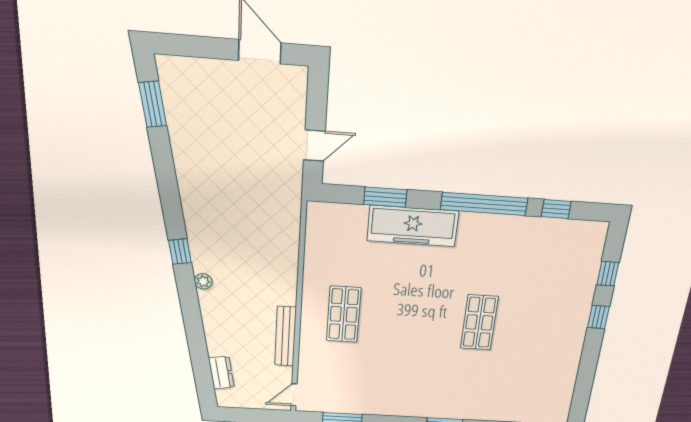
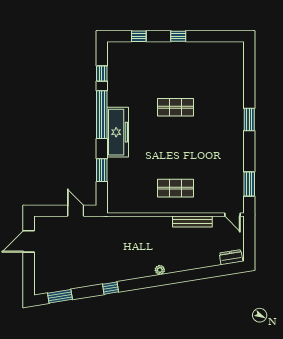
freezer: (413, 226) -> (118, 132), moved
window: (180, 251) -> (110, 288), moved
window: (598, 317) -> (178, 36), moved
dresser: (221, 373) -> (231, 257), moved

